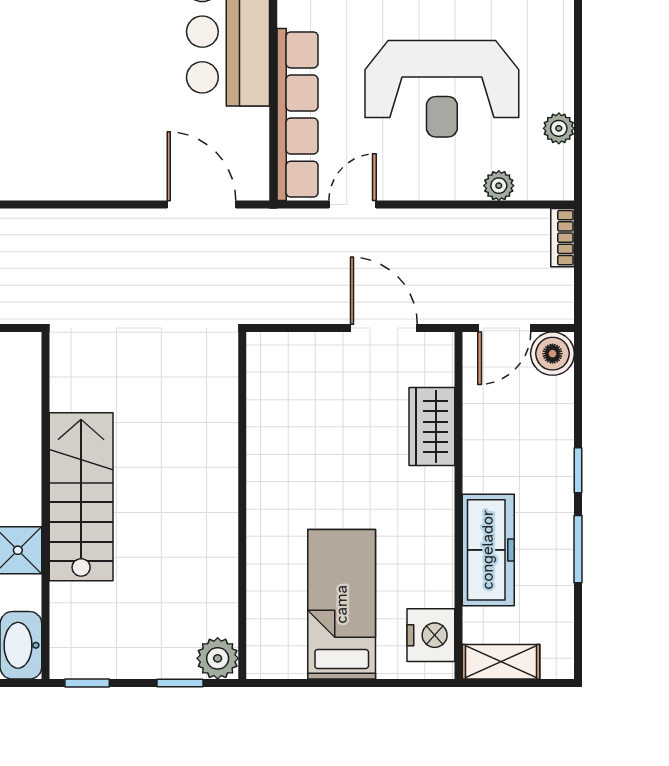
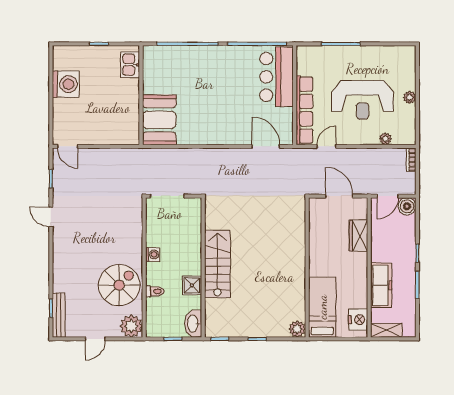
plant: (559, 128) -> (410, 97), moved
wall: (242, 506) -> (307, 267), moved
plant: (218, 658) -> (297, 329), moved

